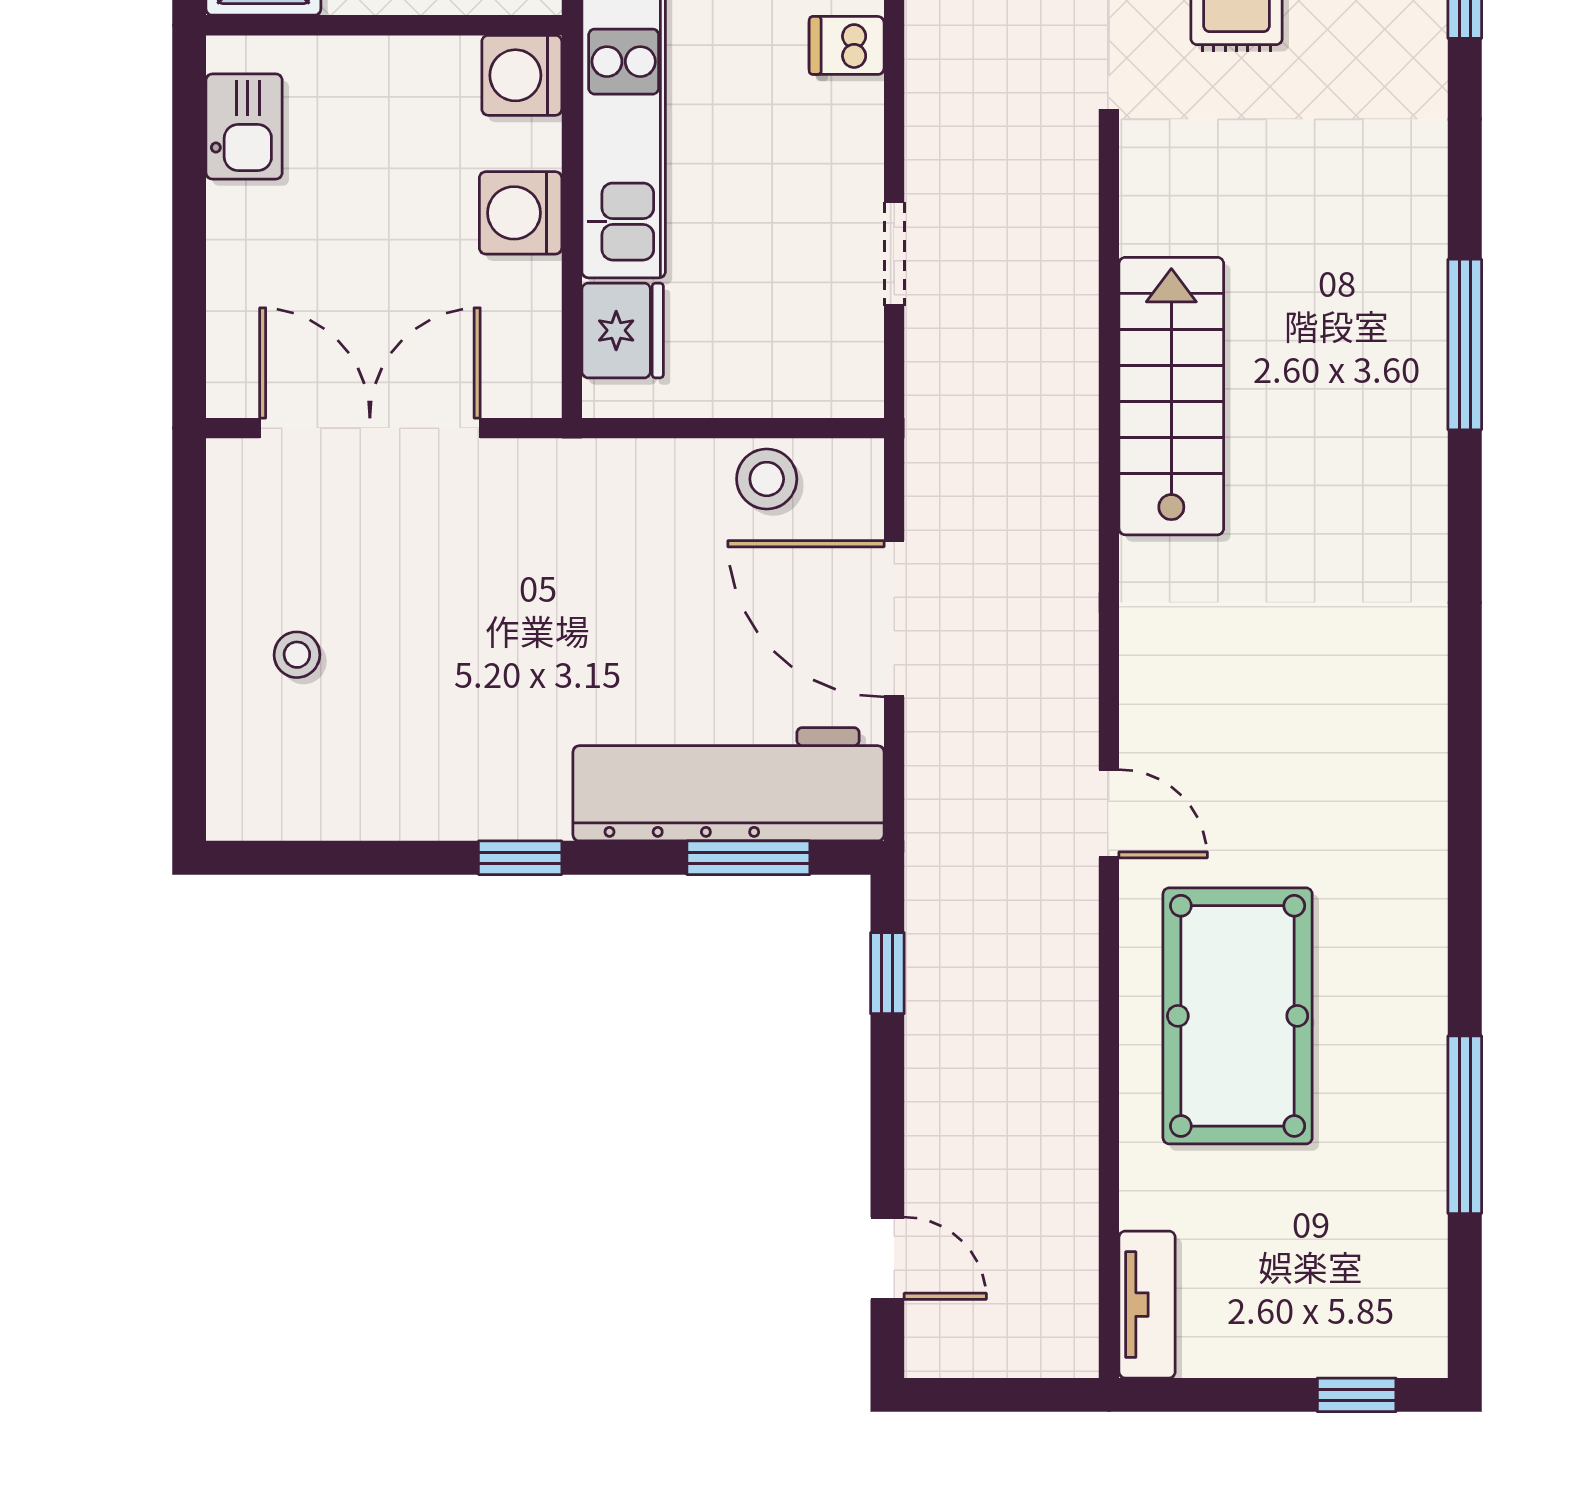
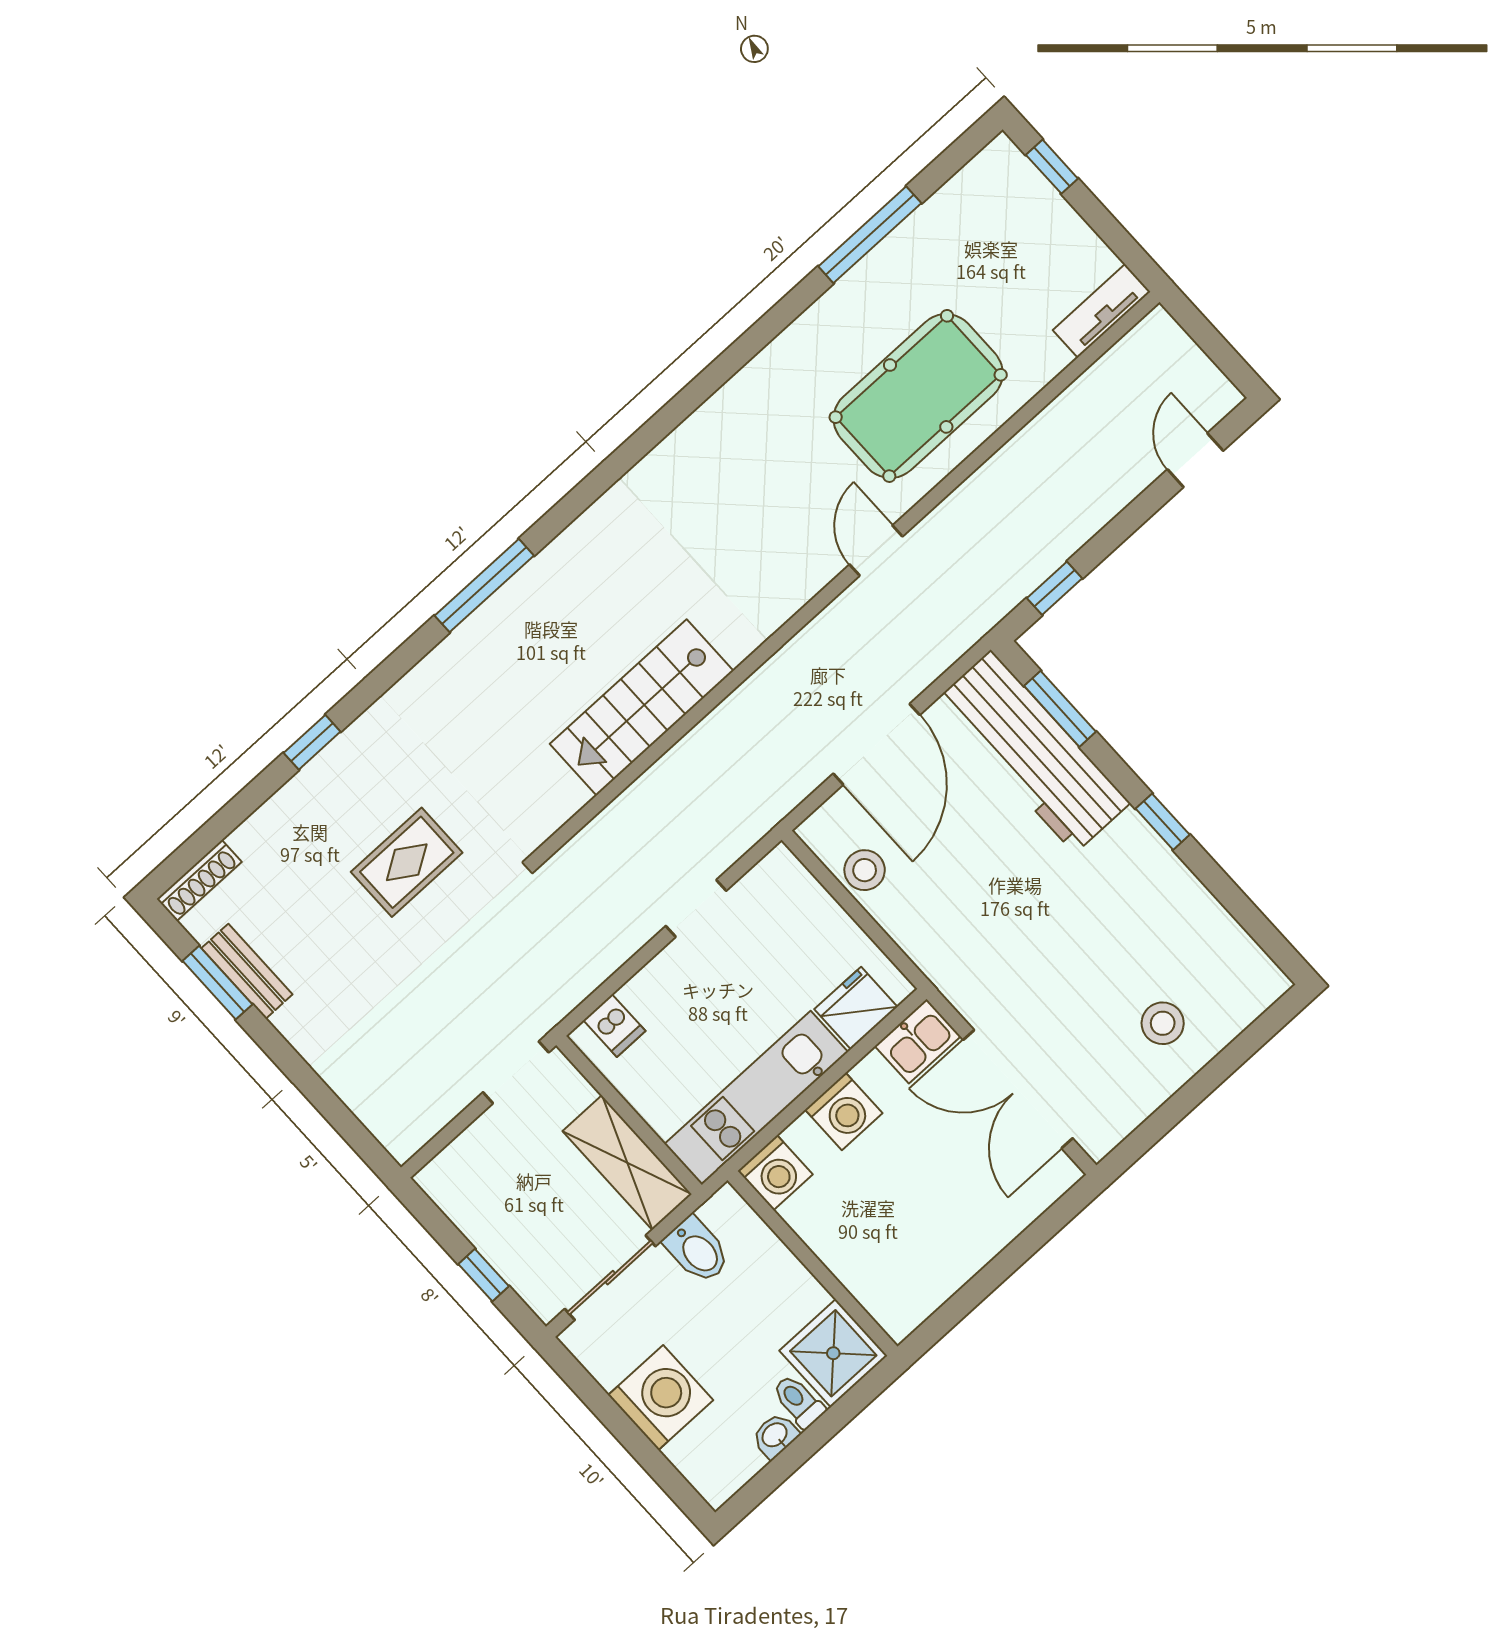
kitchen sink: (244, 126) -> (918, 1041), moved, turned 180
stool: (297, 655) -> (1163, 1023), width x1.37, depth x1.37

